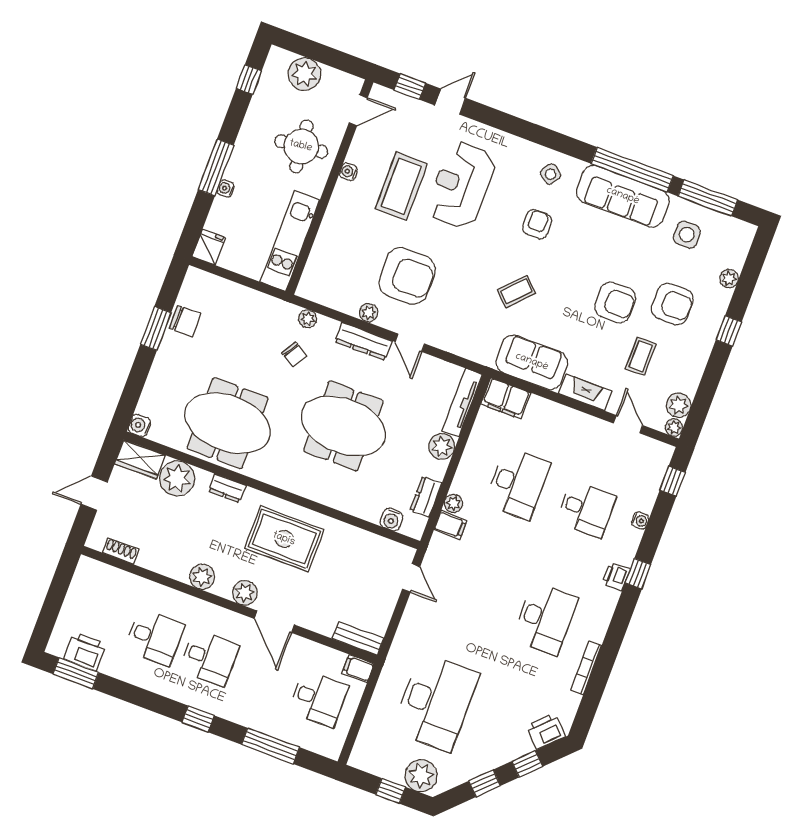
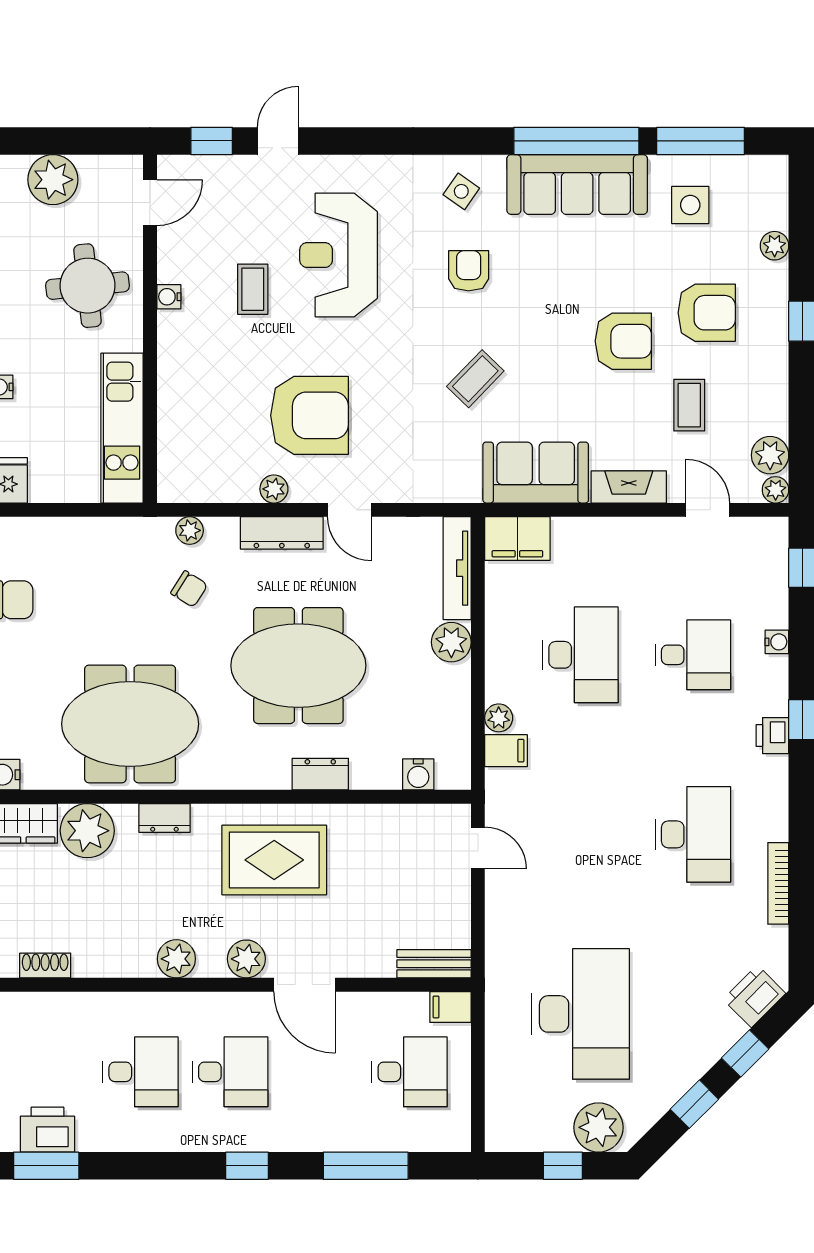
coffee table: (401, 186) -> (253, 289), width x0.54, depth x0.58
dresser: (426, 497) -> (320, 774), moved, turned 90

